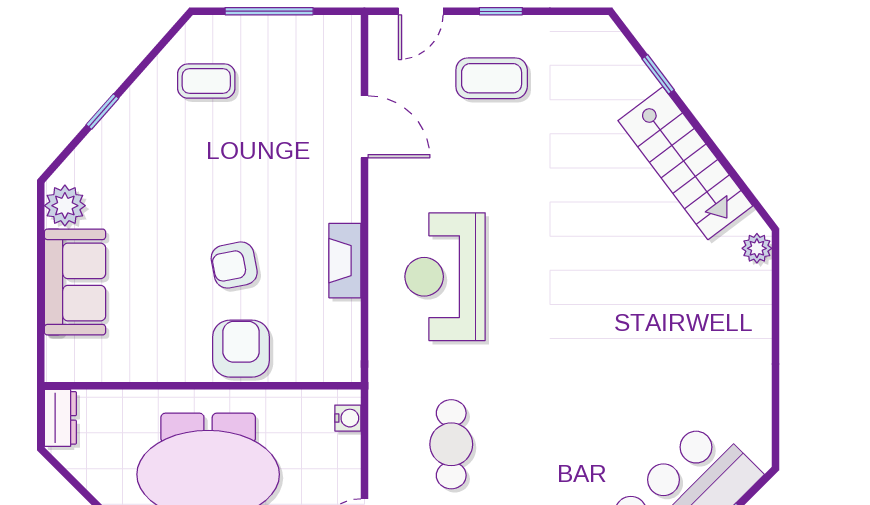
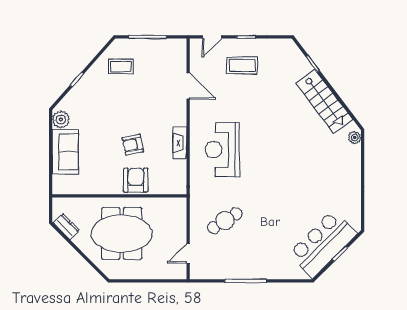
dresser: (60, 418) -> (66, 226), moved, turned -45
water cooler: (348, 418) -> (181, 210), removed
cafe table: (451, 444) -> (225, 221), turned 58

